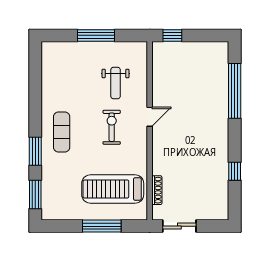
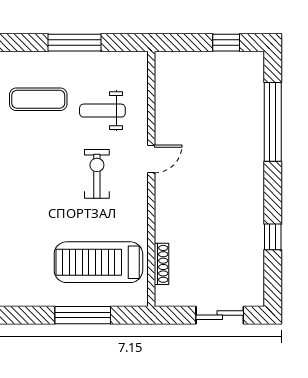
window: (172, 35) -> (226, 43), moved
weight bench: (116, 83) -> (102, 111), turned 90
exercise mat: (62, 132) -> (38, 99), moved, turned 90
sliding door: (179, 226) -> (220, 315), moved

